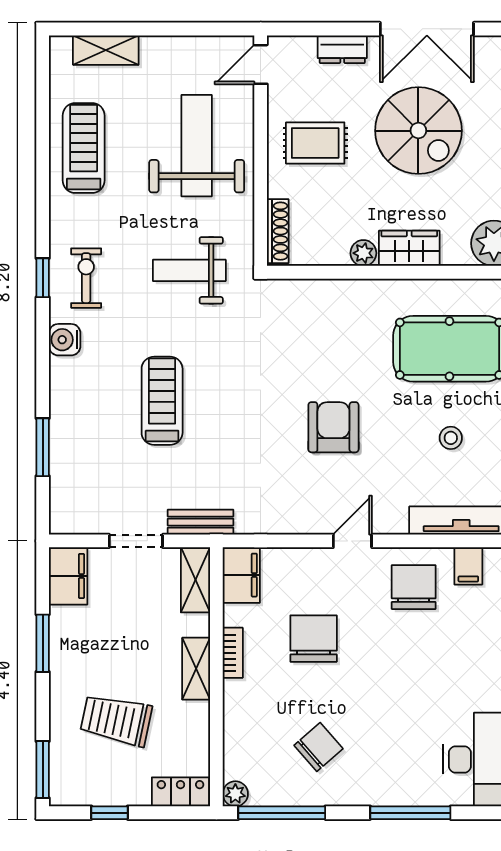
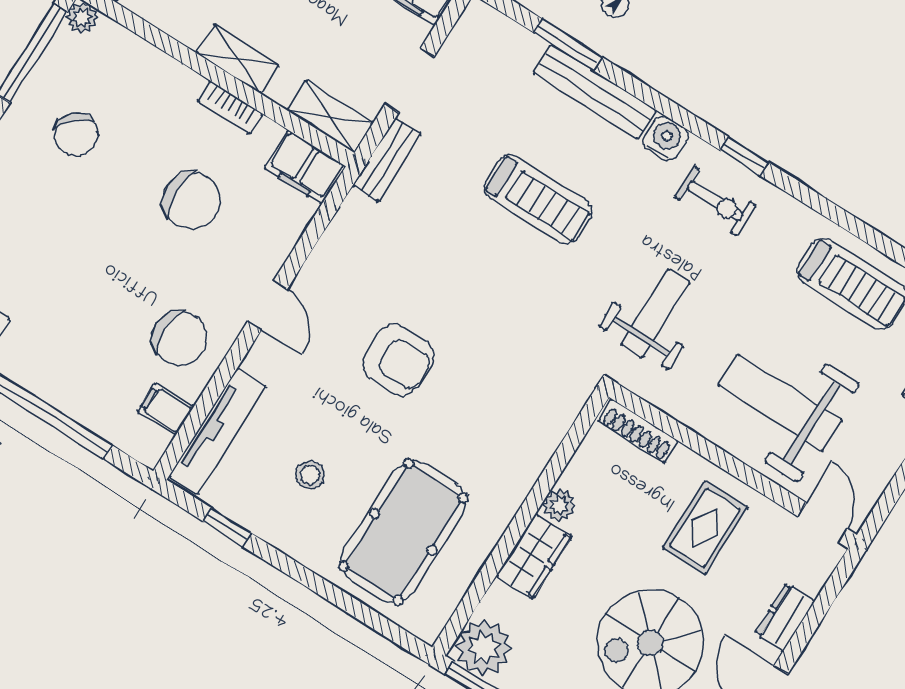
weight bench: (197, 146) -> (780, 403), turned 180
bench: (63, 408) -> (595, 92), added

